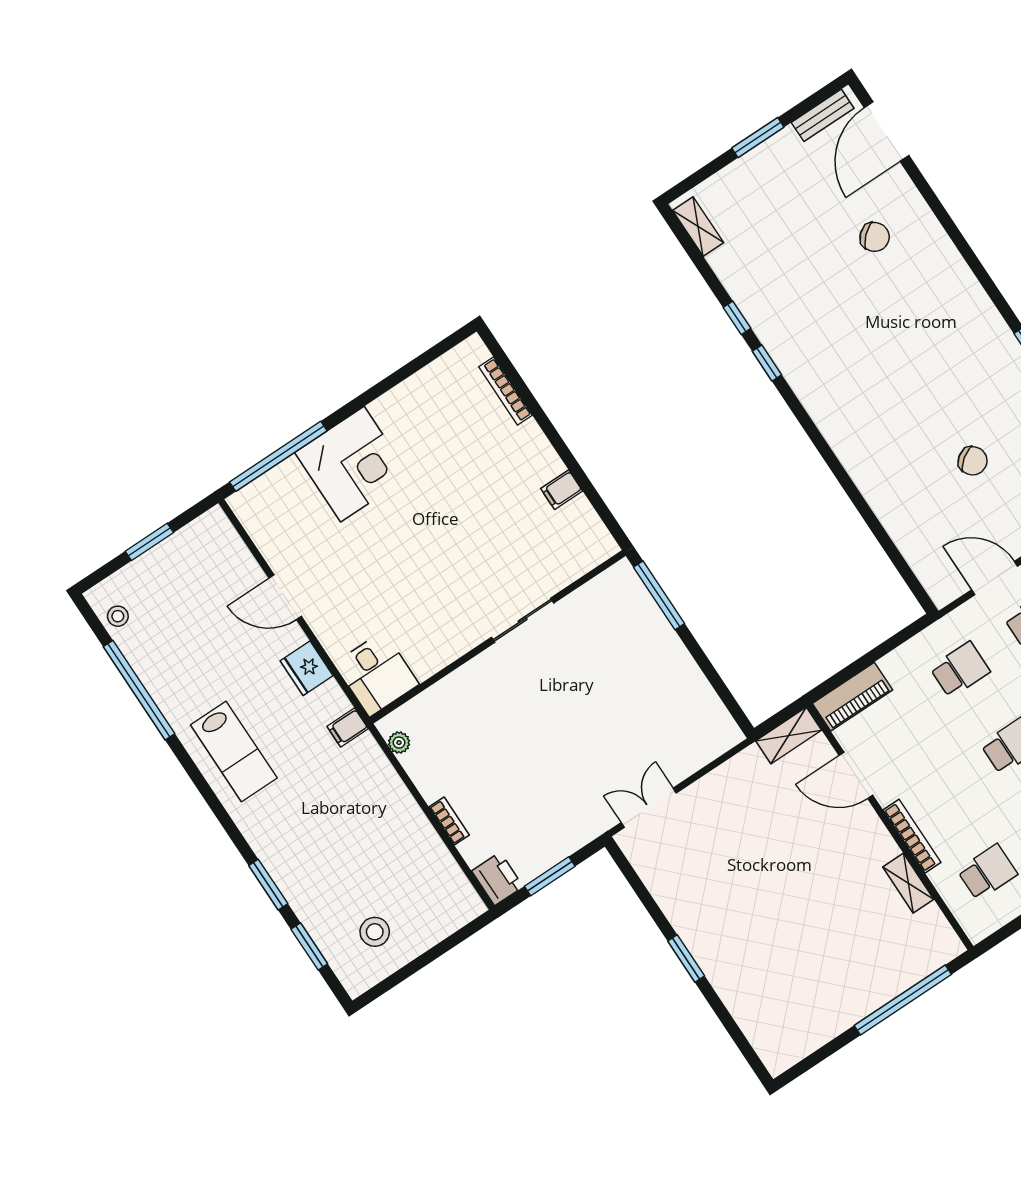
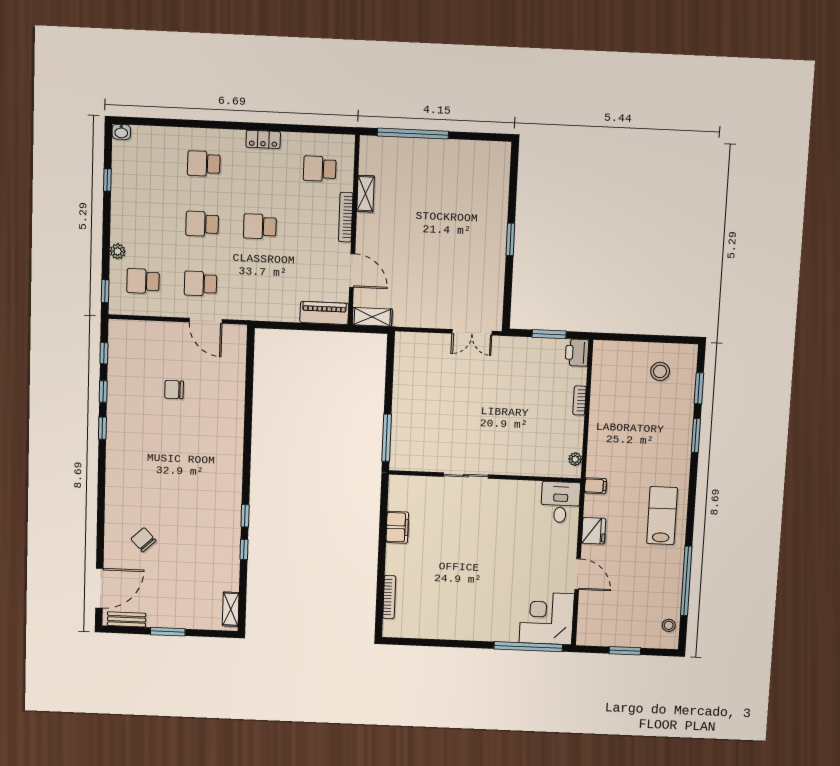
chair: (973, 461) -> (174, 390), turned -54
corner desk: (352, 464) -> (547, 618), moved
filing cabinet: (562, 490) -> (397, 527), width x2.00
school desk: (960, 670) -> (258, 286), removed

